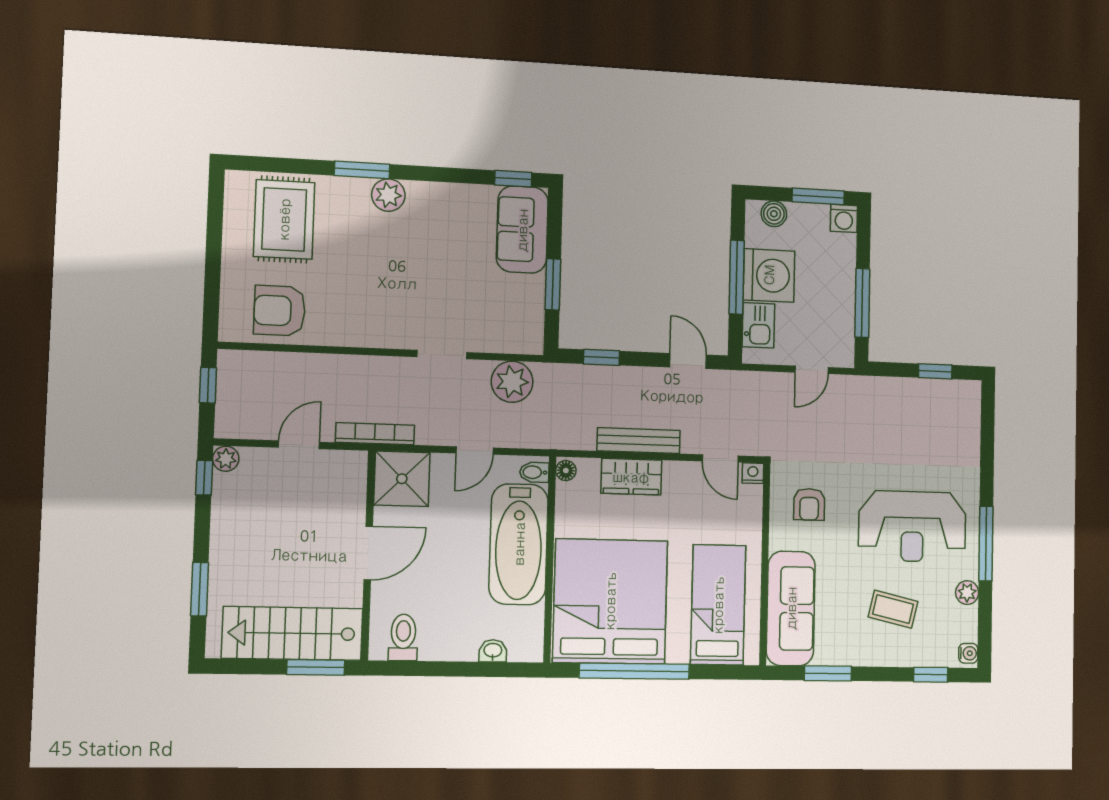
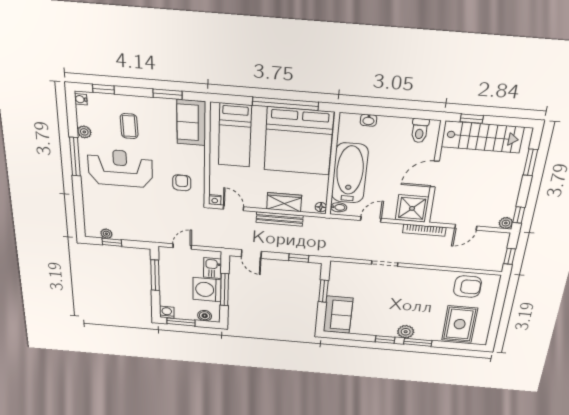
window: (513, 179) -> (385, 339), moved
plant: (512, 382) -> (106, 234), moved, width x0.53, depth x0.53
sofa: (791, 608) -> (191, 123), width x0.73
coffee table: (893, 609) -> (129, 126), turned 75
window: (316, 667) -> (472, 119), width x0.67

